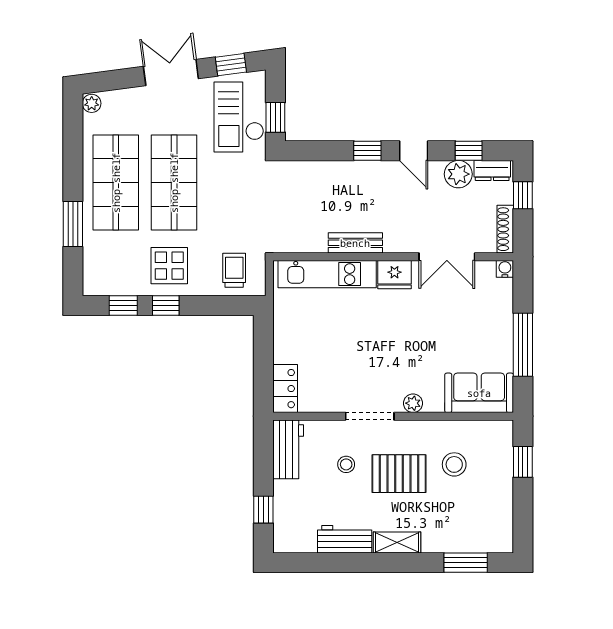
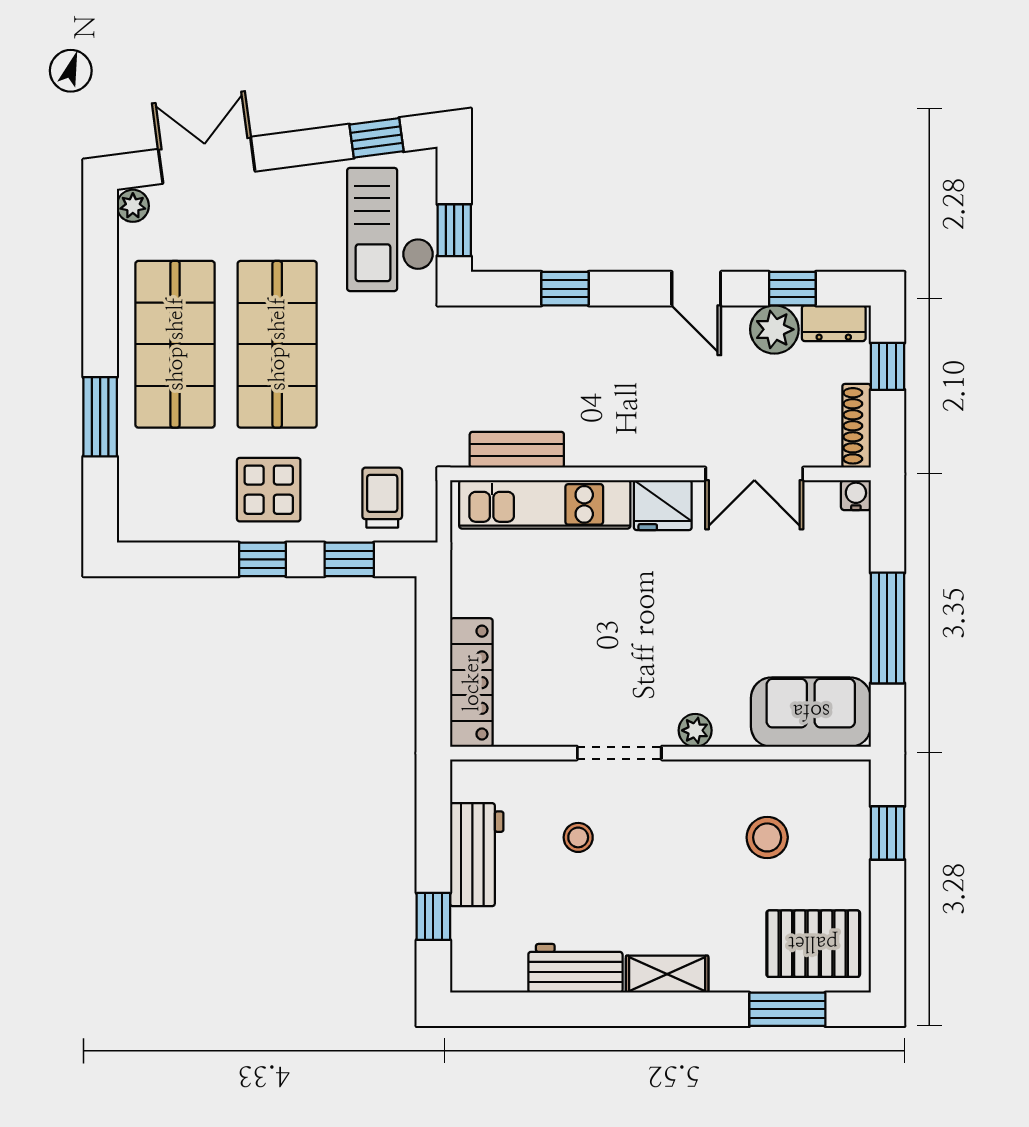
double door: (171, 73) -> (207, 160), moved
window: (367, 151) -> (565, 289), moved
bench: (355, 243) -> (517, 450), moved
window: (123, 306) -> (349, 559), moved
locker: (285, 389) -> (471, 683), width x1.53
workbench: (288, 449) -> (477, 855), moved
pallet: (399, 474) -> (813, 944), moved

